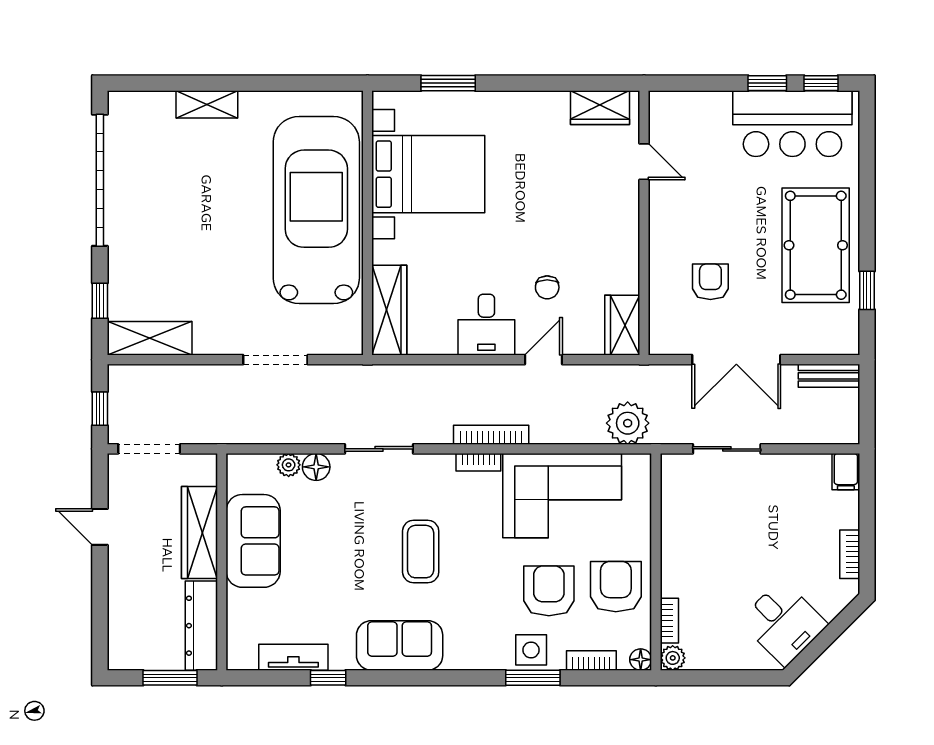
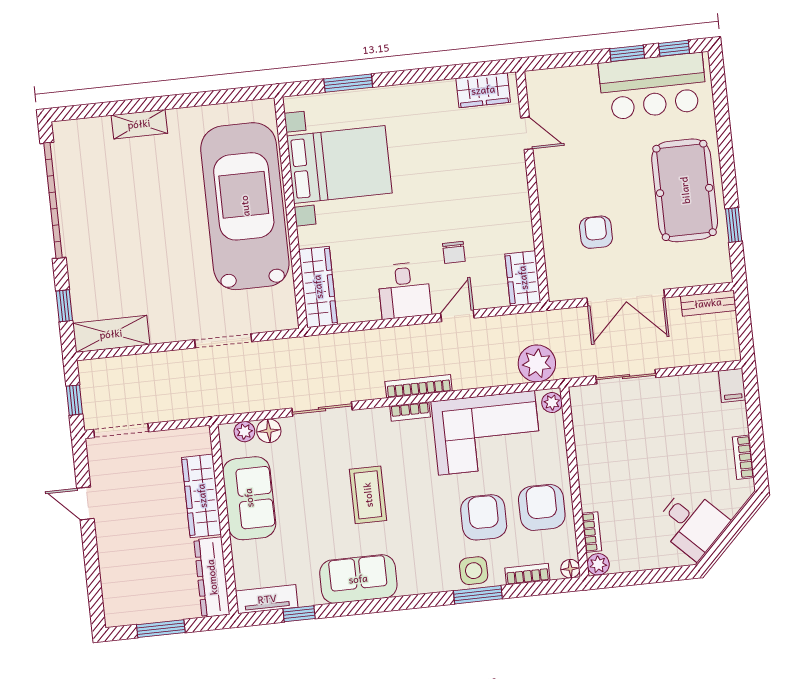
plant: (640, 469) -> (552, 403), added
wardrobe: (199, 533) -> (202, 496), moved
sofa: (253, 541) -> (249, 498), moved
wall: (222, 562) -> (224, 519), moved
dresser: (201, 626) -> (212, 577), moved

